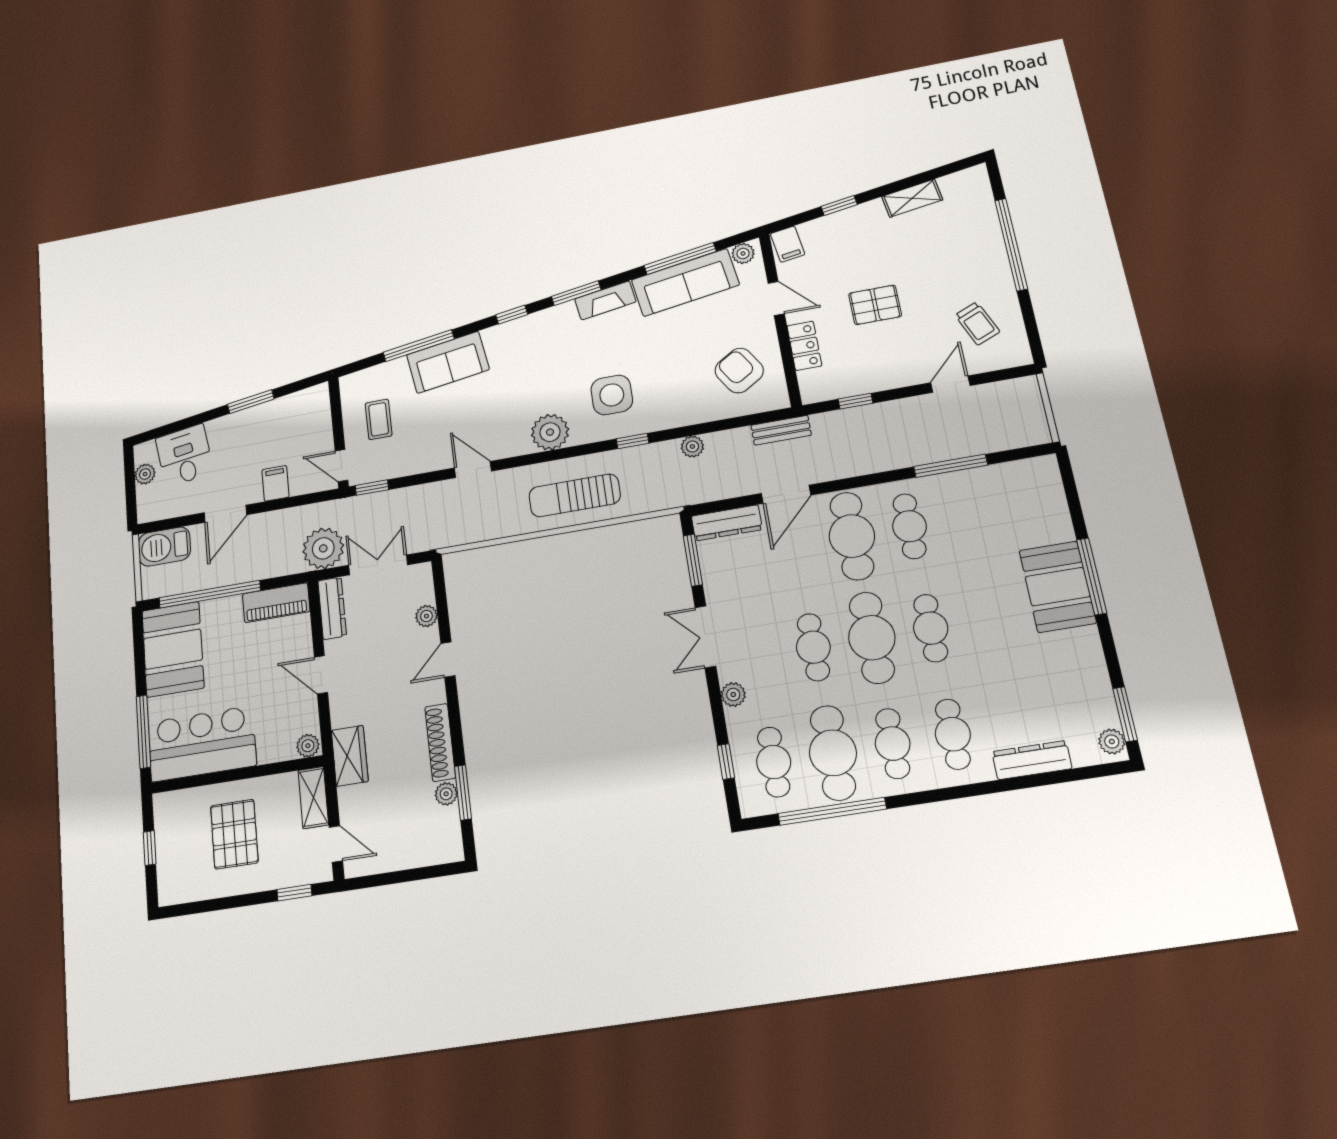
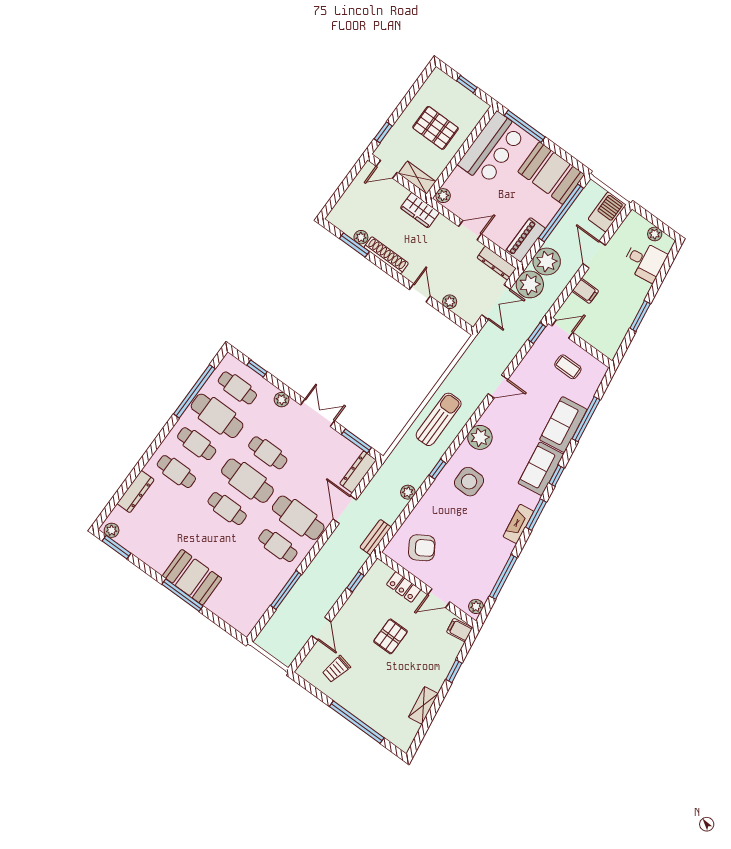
sofa: (685, 282) -> (541, 469), moved, width x0.73
trolley: (977, 323) -> (336, 669), turned -54
plant: (280, 556) -> (547, 262), added

